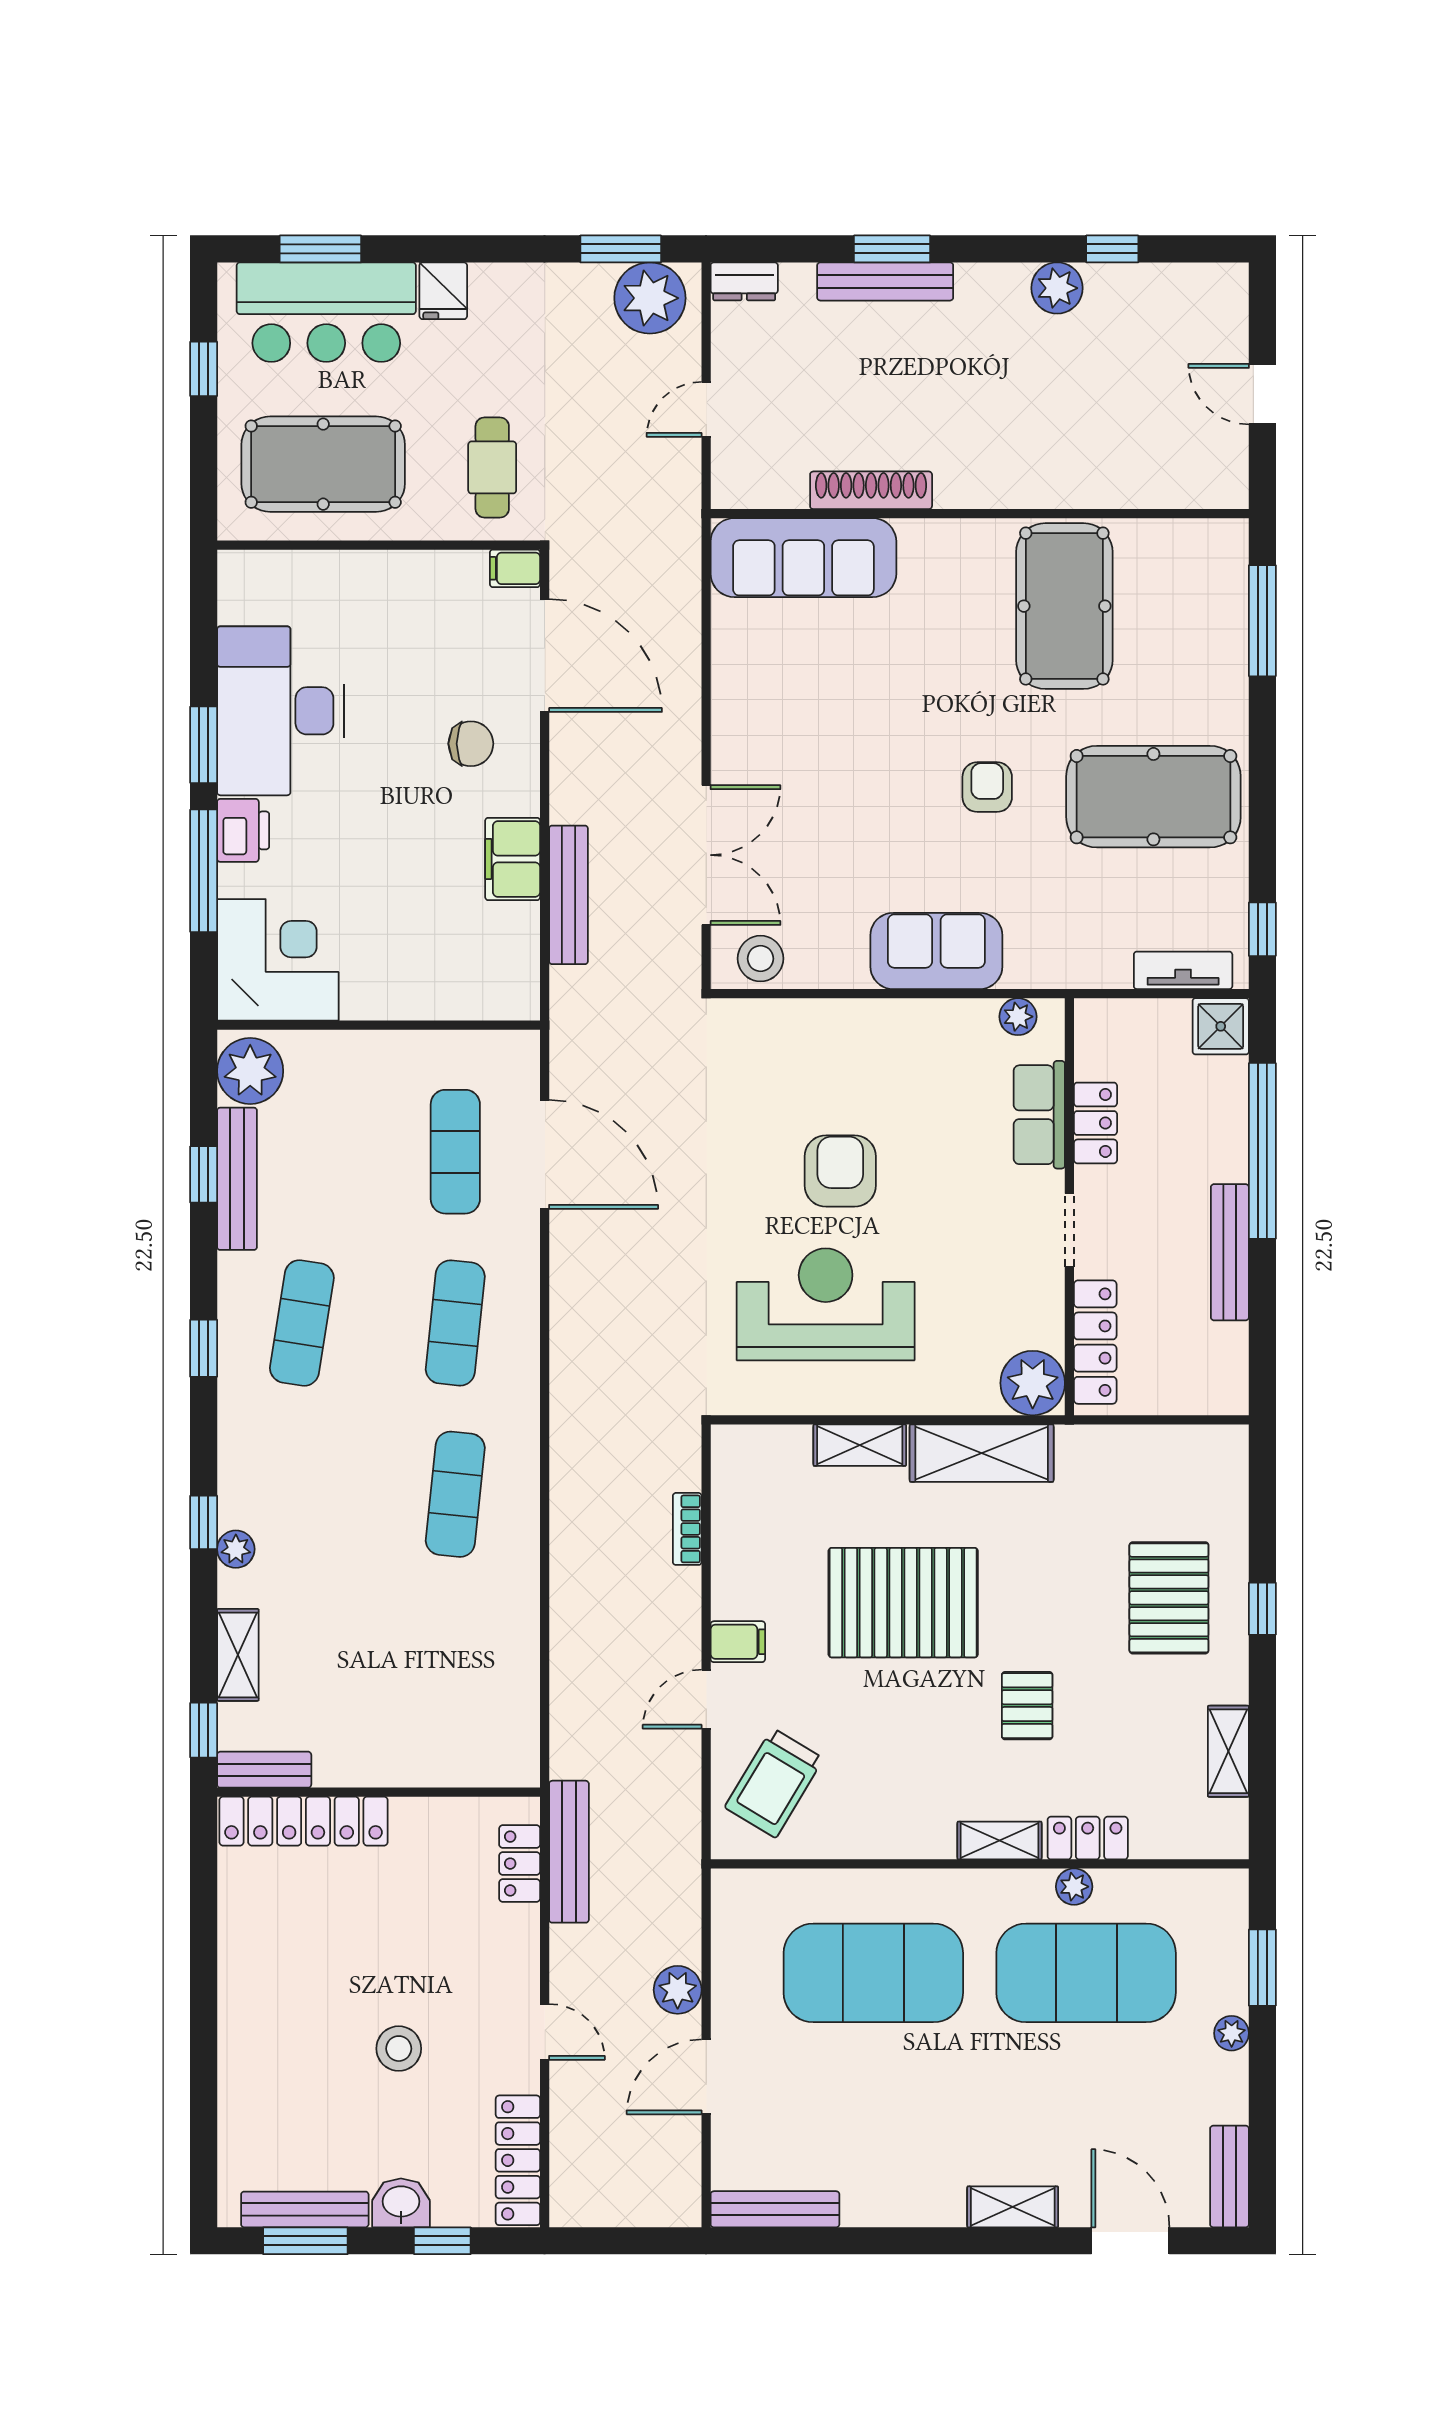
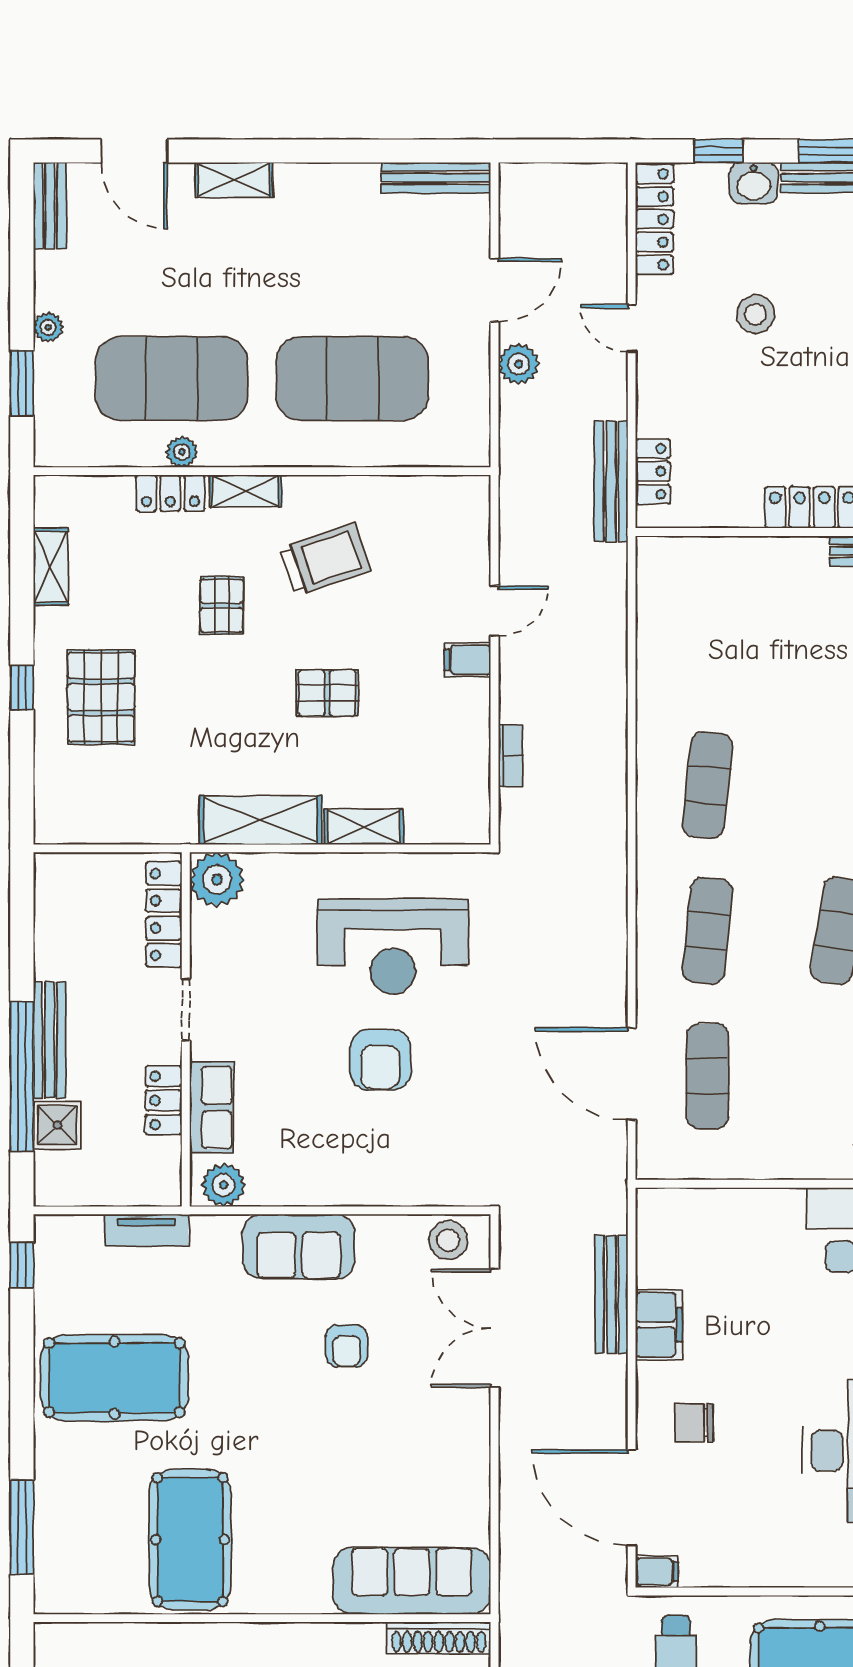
shoe rack: (871, 490) -> (439, 1638), moved
armchair: (987, 787) -> (347, 1346), moved
tv unit: (1183, 970) -> (146, 1230), moved
plant: (1018, 1017) -> (224, 1185), width x1.38, depth x1.38
shower: (1221, 1026) -> (57, 1125), moved
bench: (1230, 1252) -> (50, 1040), moved
pallet: (903, 1603) -> (327, 693), width x0.49, depth x0.50
trolley: (774, 1783) -> (326, 559), moved, turned 40

